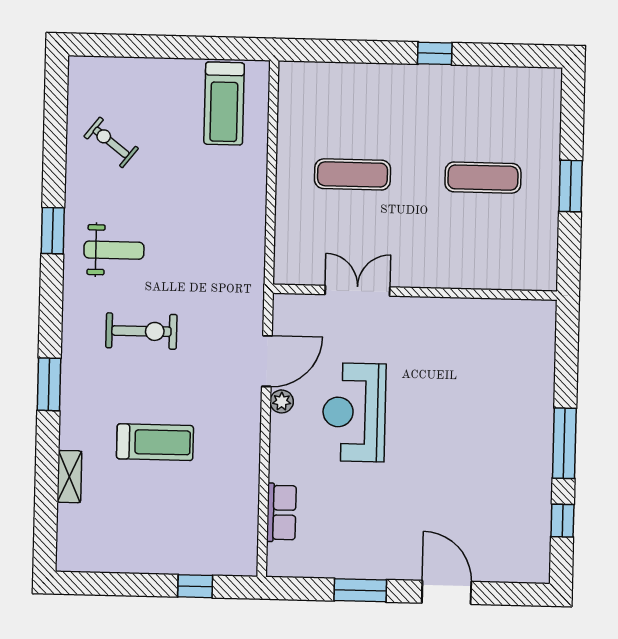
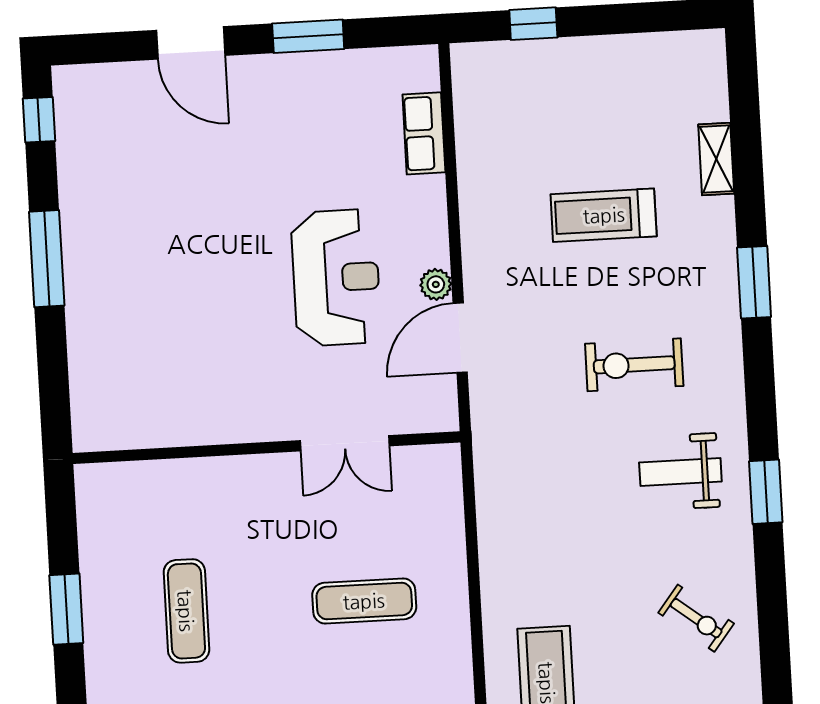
exercise mat: (483, 178) -> (186, 611), turned 90
window: (562, 521) -> (39, 120), moved

